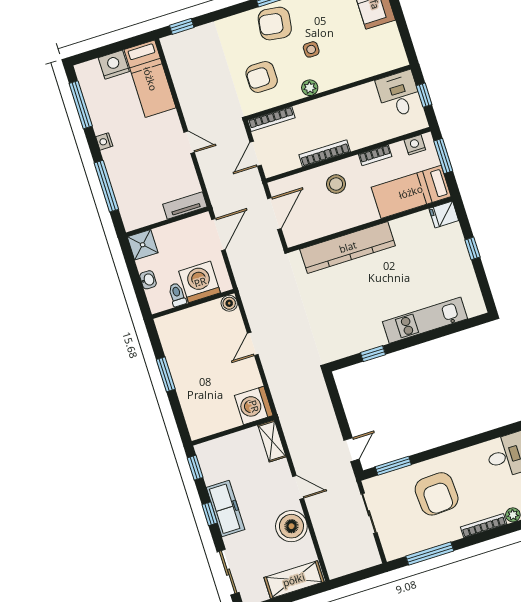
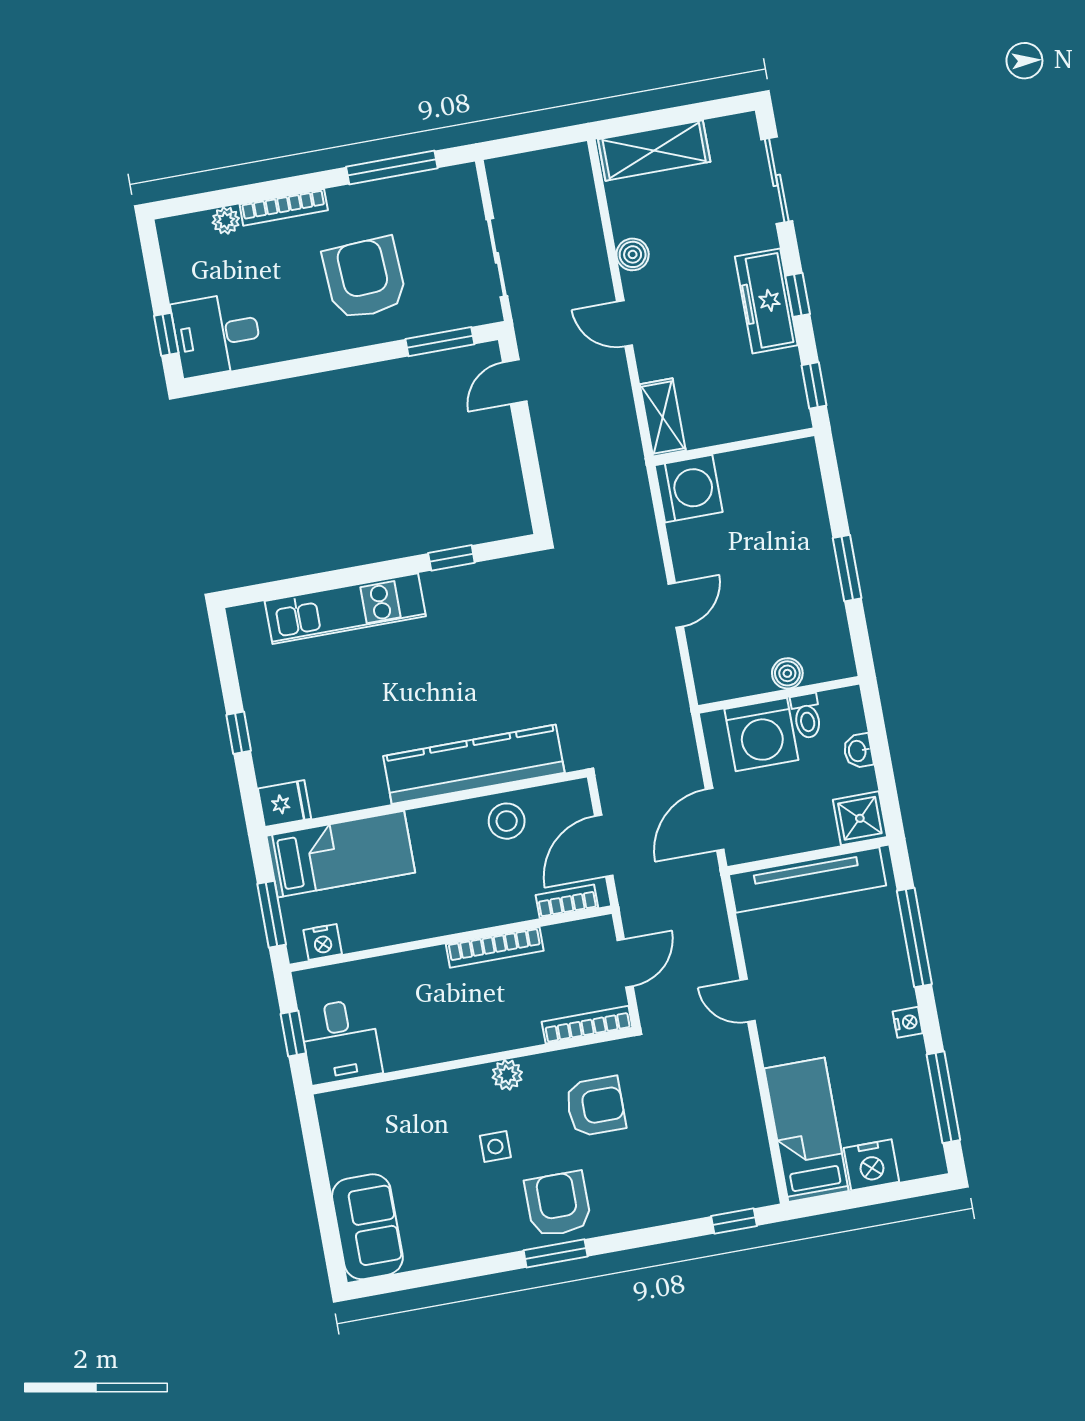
armchair: (275, 24) -> (558, 1204), turned -98
bookcase: (375, 155) -> (567, 901), moved
stool: (336, 184) -> (507, 821), moved
tv unit: (185, 205) -> (808, 880), width x1.92, depth x1.29
boiler: (229, 303) -> (787, 673), moved
boiler: (291, 526) -> (633, 254), width x0.54, depth x0.54

